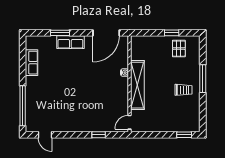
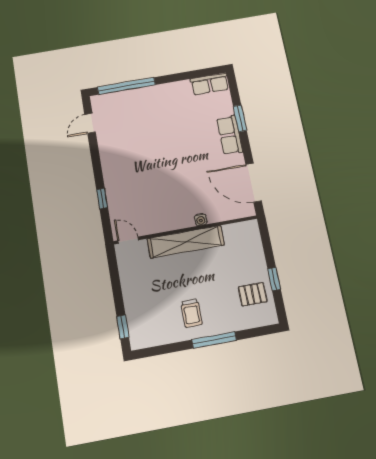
row of seats: (32, 63) -> (210, 84), moved

